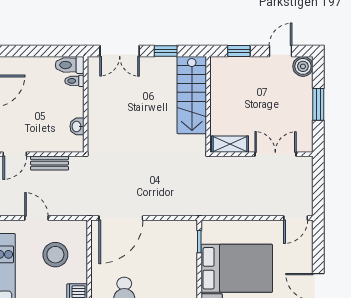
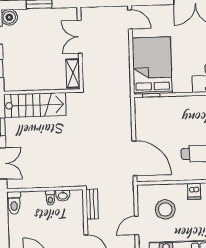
toilet: (74, 81) -> (50, 198), moved
bench: (50, 163) -> (92, 204), moved
bed: (237, 268) -> (152, 66), moved

